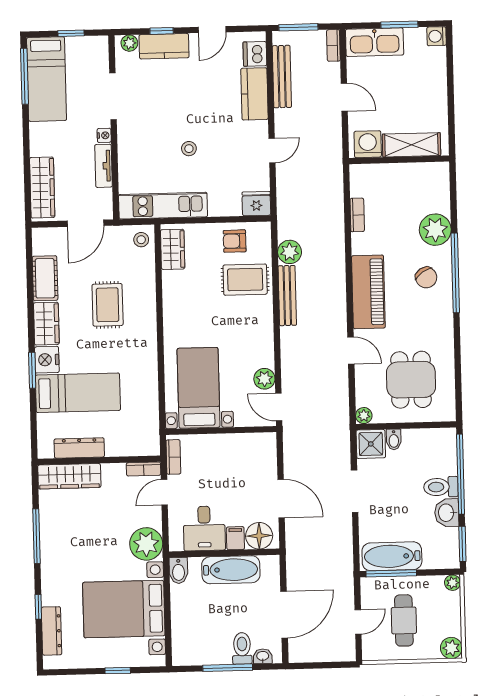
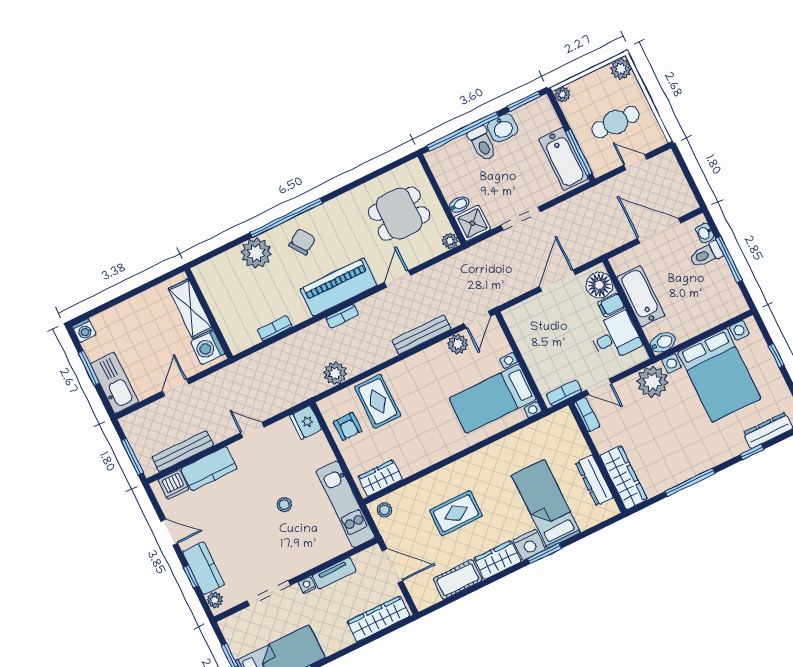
bookcase: (333, 45) -> (342, 316), moved
bench: (287, 296) -> (421, 335), moved

